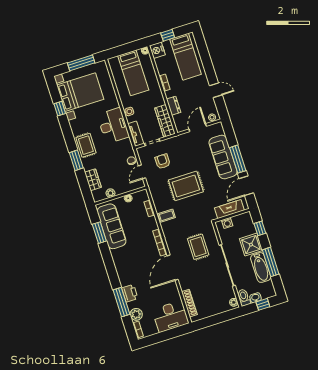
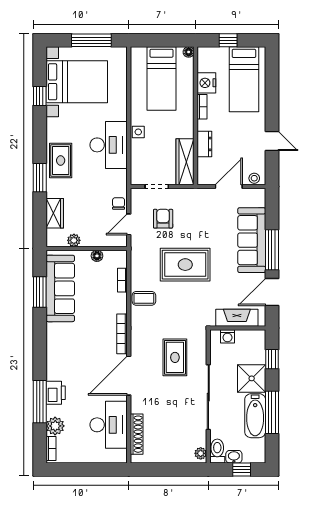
nightstand: (157, 50) -> (206, 83), moved
tv unit: (136, 134) -> (137, 167), removed
desk: (171, 316) -> (109, 425), moved, turned -90

